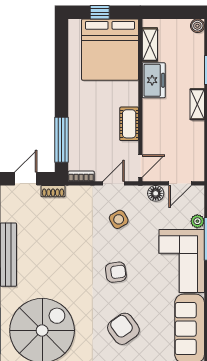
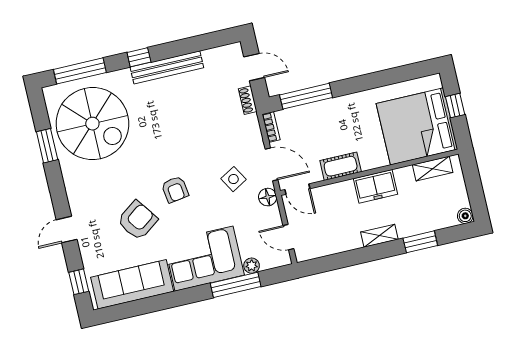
freezer: (154, 80) -> (375, 186), moved
door: (114, 183) -> (271, 164), width x1.38
floor lamp: (156, 193) -> (268, 197), moved
armchair: (123, 329) -> (138, 220), moved

